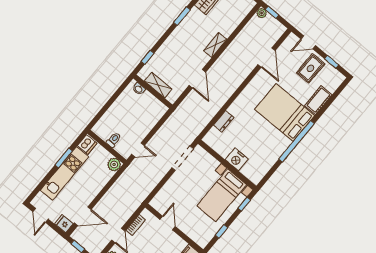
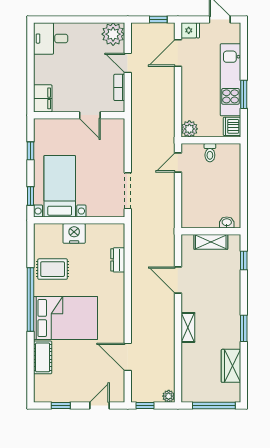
window: (272, 12) -> (145, 405), moved
rug: (311, 68) -> (53, 269), moved, turned 90

